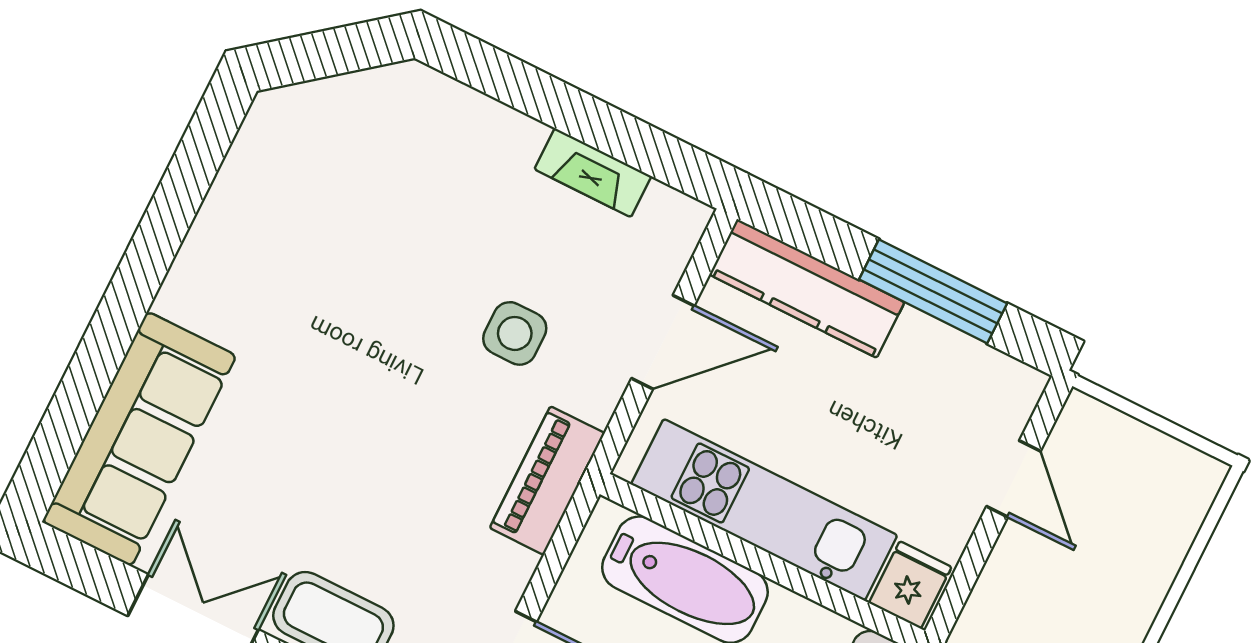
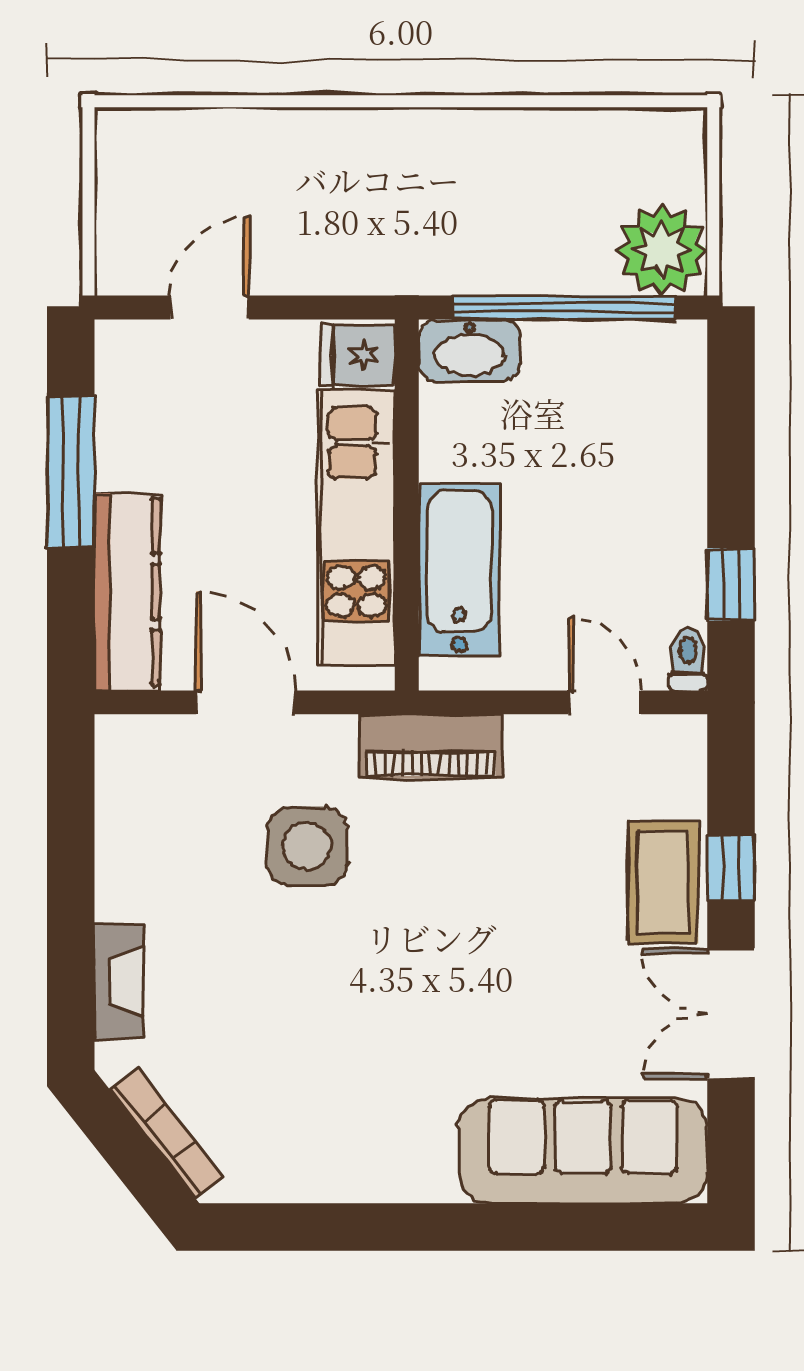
bookcase: (330, 93) -> (167, 1133), added
fireplace: (593, 173) -> (119, 982), moved
side table: (515, 333) -> (307, 846), width x1.37, depth x1.37

